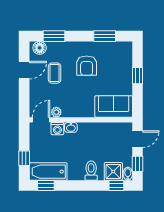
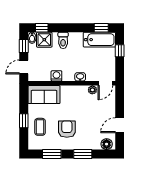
window: (54, 36) -> (83, 154), moved
coffee table: (55, 73) -> (40, 127), moved
washing machine: (57, 129) -> (56, 76), moved

